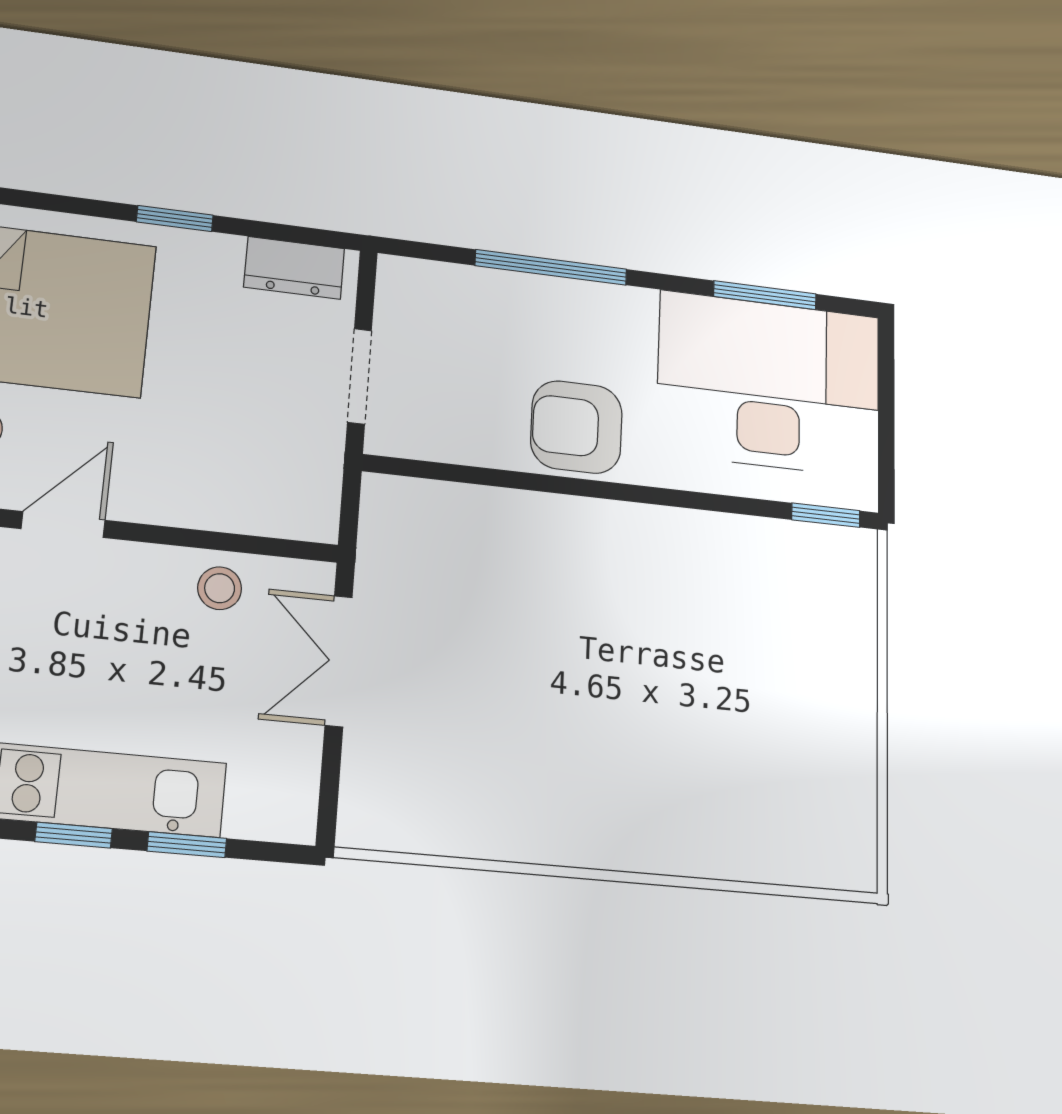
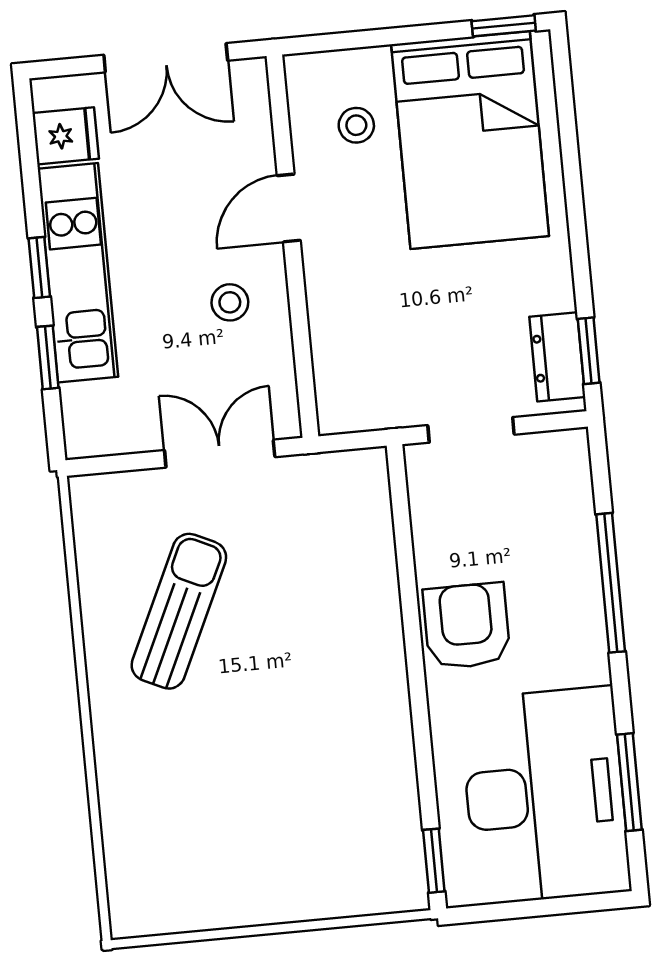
window: (175, 218) -> (589, 351), moved
door: (63, 525) -> (289, 208), swing flipped
stool: (220, 588) -> (230, 302), moved
sun lounger: (514, 744) -> (179, 611), added

